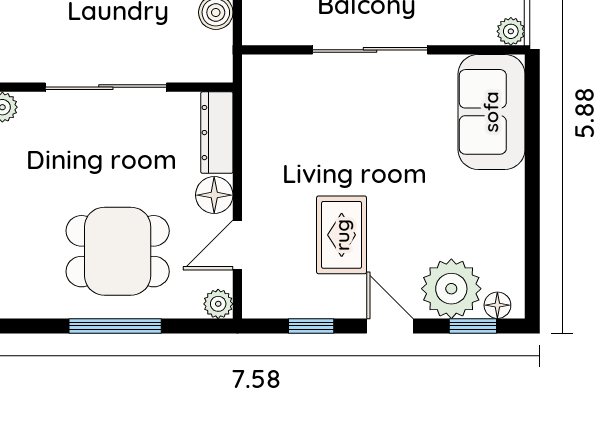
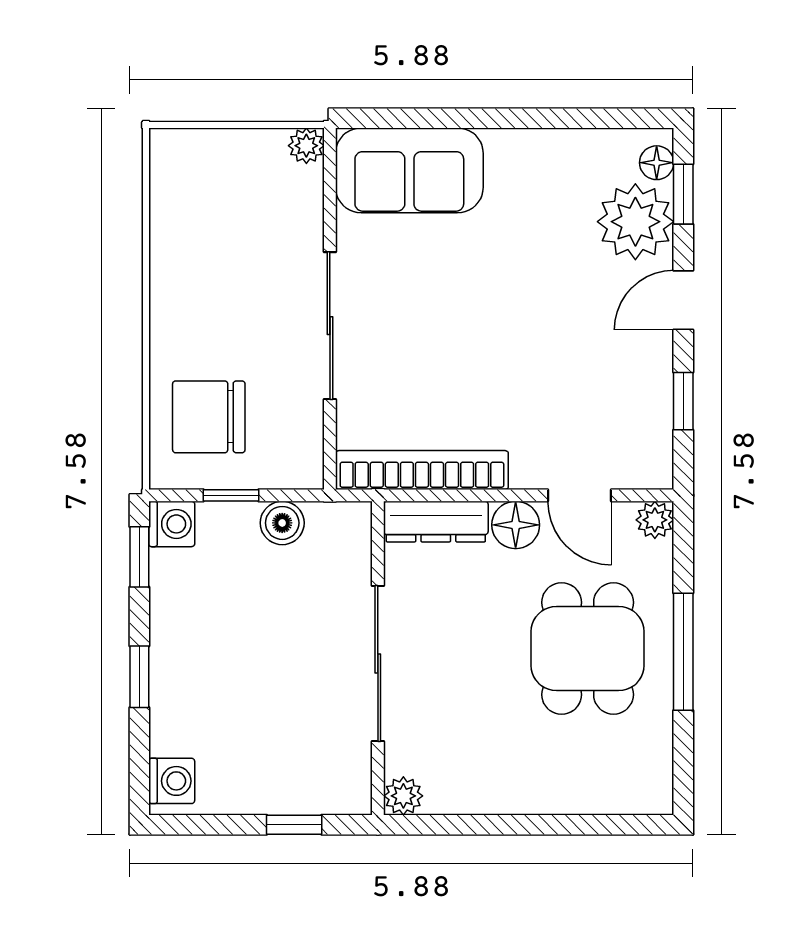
bookcase: (257, 122) -> (422, 470), added
rug: (342, 235) -> (567, 362), removed

